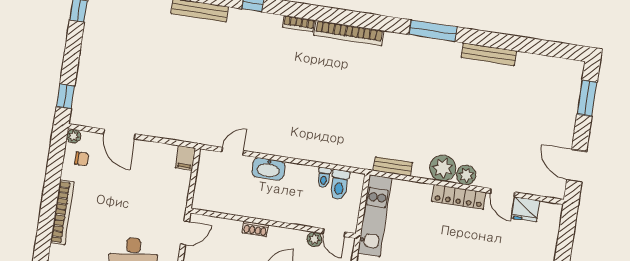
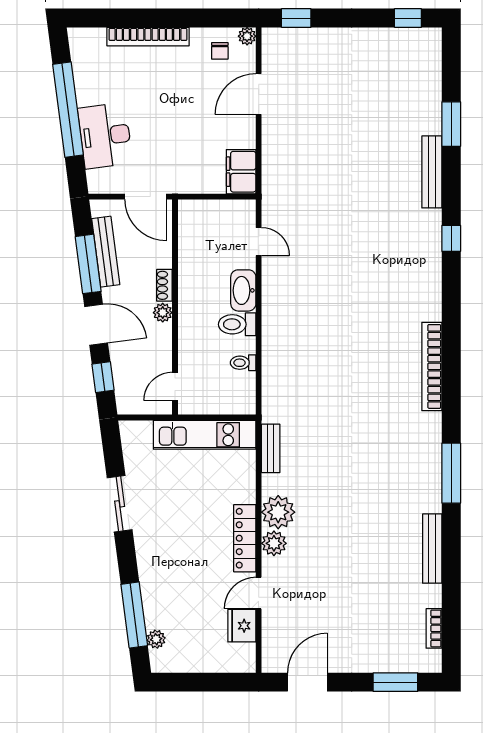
bookcase: (299, 24) -> (434, 628), moved
filing cabinet: (185, 158) -> (241, 172), width x2.00
toilet: (339, 185) -> (237, 324), moved
door: (185, 233) -> (146, 197), width x1.38
plant: (314, 239) -> (163, 313), moved

